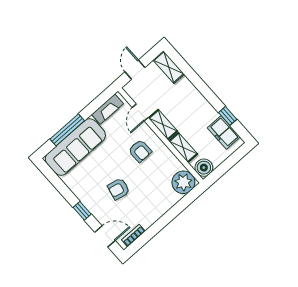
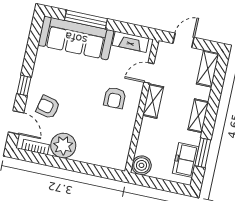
window: (228, 116) -> (203, 153), width x1.50
shelving: (183, 148) -> (198, 116), moved
plant: (183, 182) -> (63, 146), moved
armchair: (119, 189) -> (48, 107), moved

